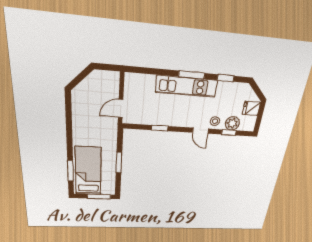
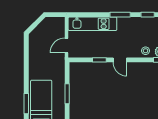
kitchen unit: (186, 86) -> (92, 24), moved
door: (201, 131) -> (120, 60), moved

